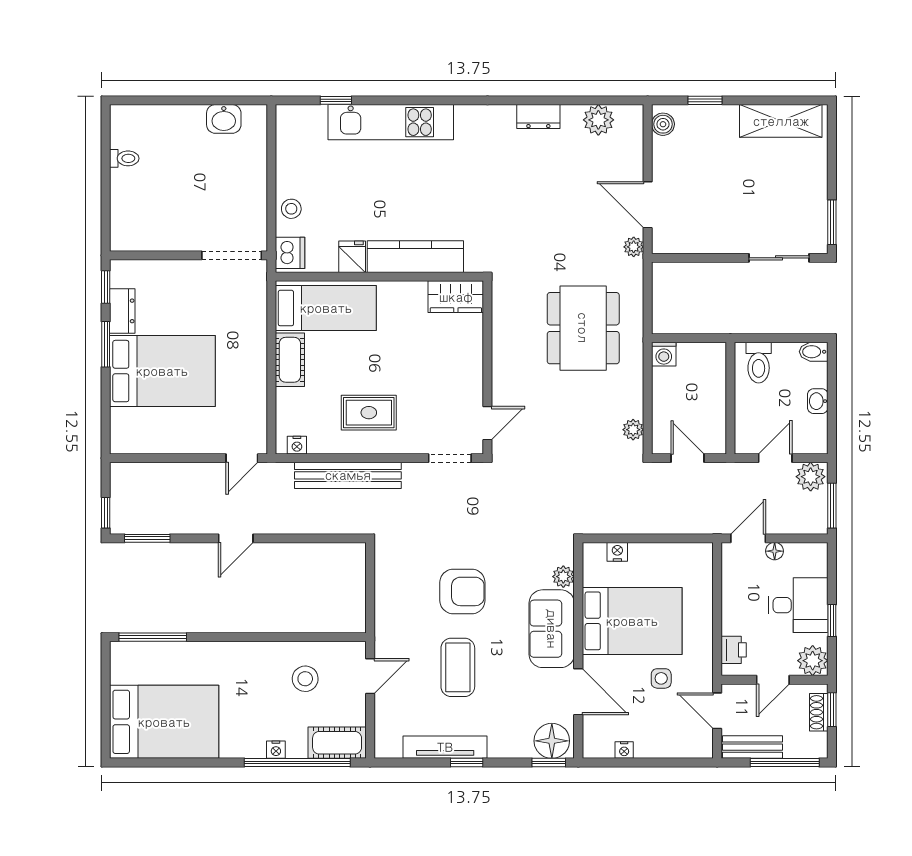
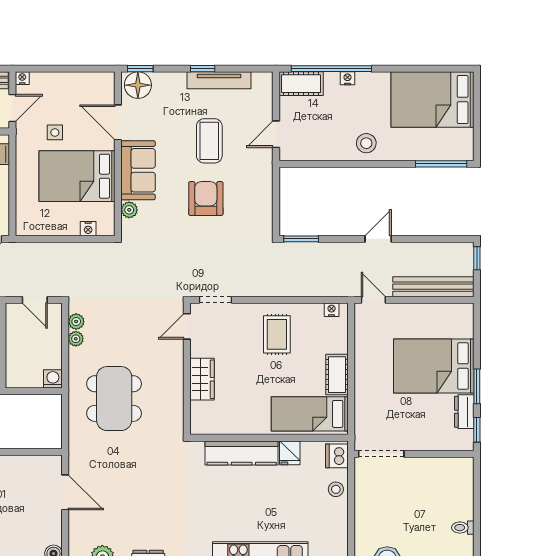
plant: (634, 247) -> (76, 339), moved
wardrobe: (456, 297) -> (202, 379), moved, turned 90
rug: (369, 413) -> (277, 334), turned 90
door: (242, 458) -> (373, 300), hinge flipped
bench: (348, 475) -> (433, 287), moved
window: (147, 538) -> (301, 239), moved
armchair: (462, 591) -> (206, 199), turned 90
stool: (305, 679) -> (366, 143), moved
door: (717, 711) -> (12, 108), hinge flipped
nightstand: (624, 750) -> (22, 78), moved

